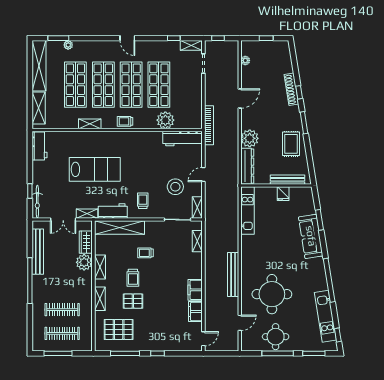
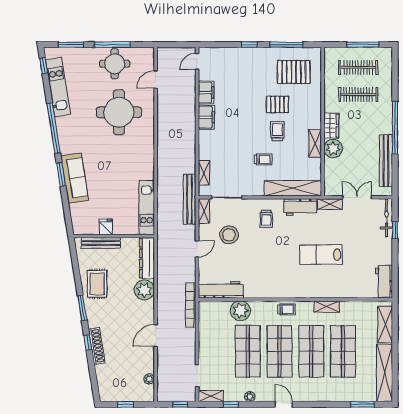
plant: (68, 45) -> (250, 397), moved
lab bench: (95, 169) -> (321, 255), width x0.73, depth x0.72
window: (319, 220) -> (61, 175), moved
wardrobe: (86, 242) -> (331, 126), moved
bench: (233, 274) -> (189, 199), moved
shelving: (100, 299) -> (315, 107), removed

